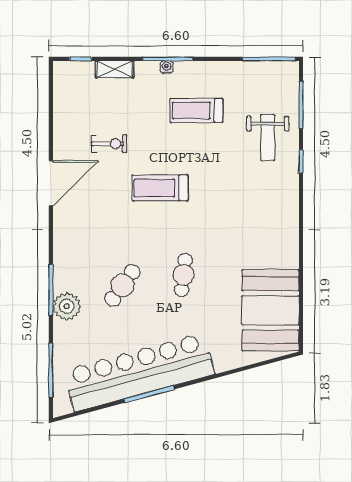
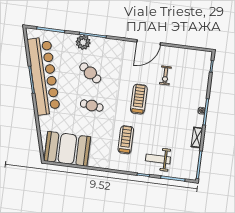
shelving: (115, 69) -> (197, 137), moved
treadmill: (196, 110) -> (126, 140), moved
door: (51, 183) -> (149, 42), hinge flipped

